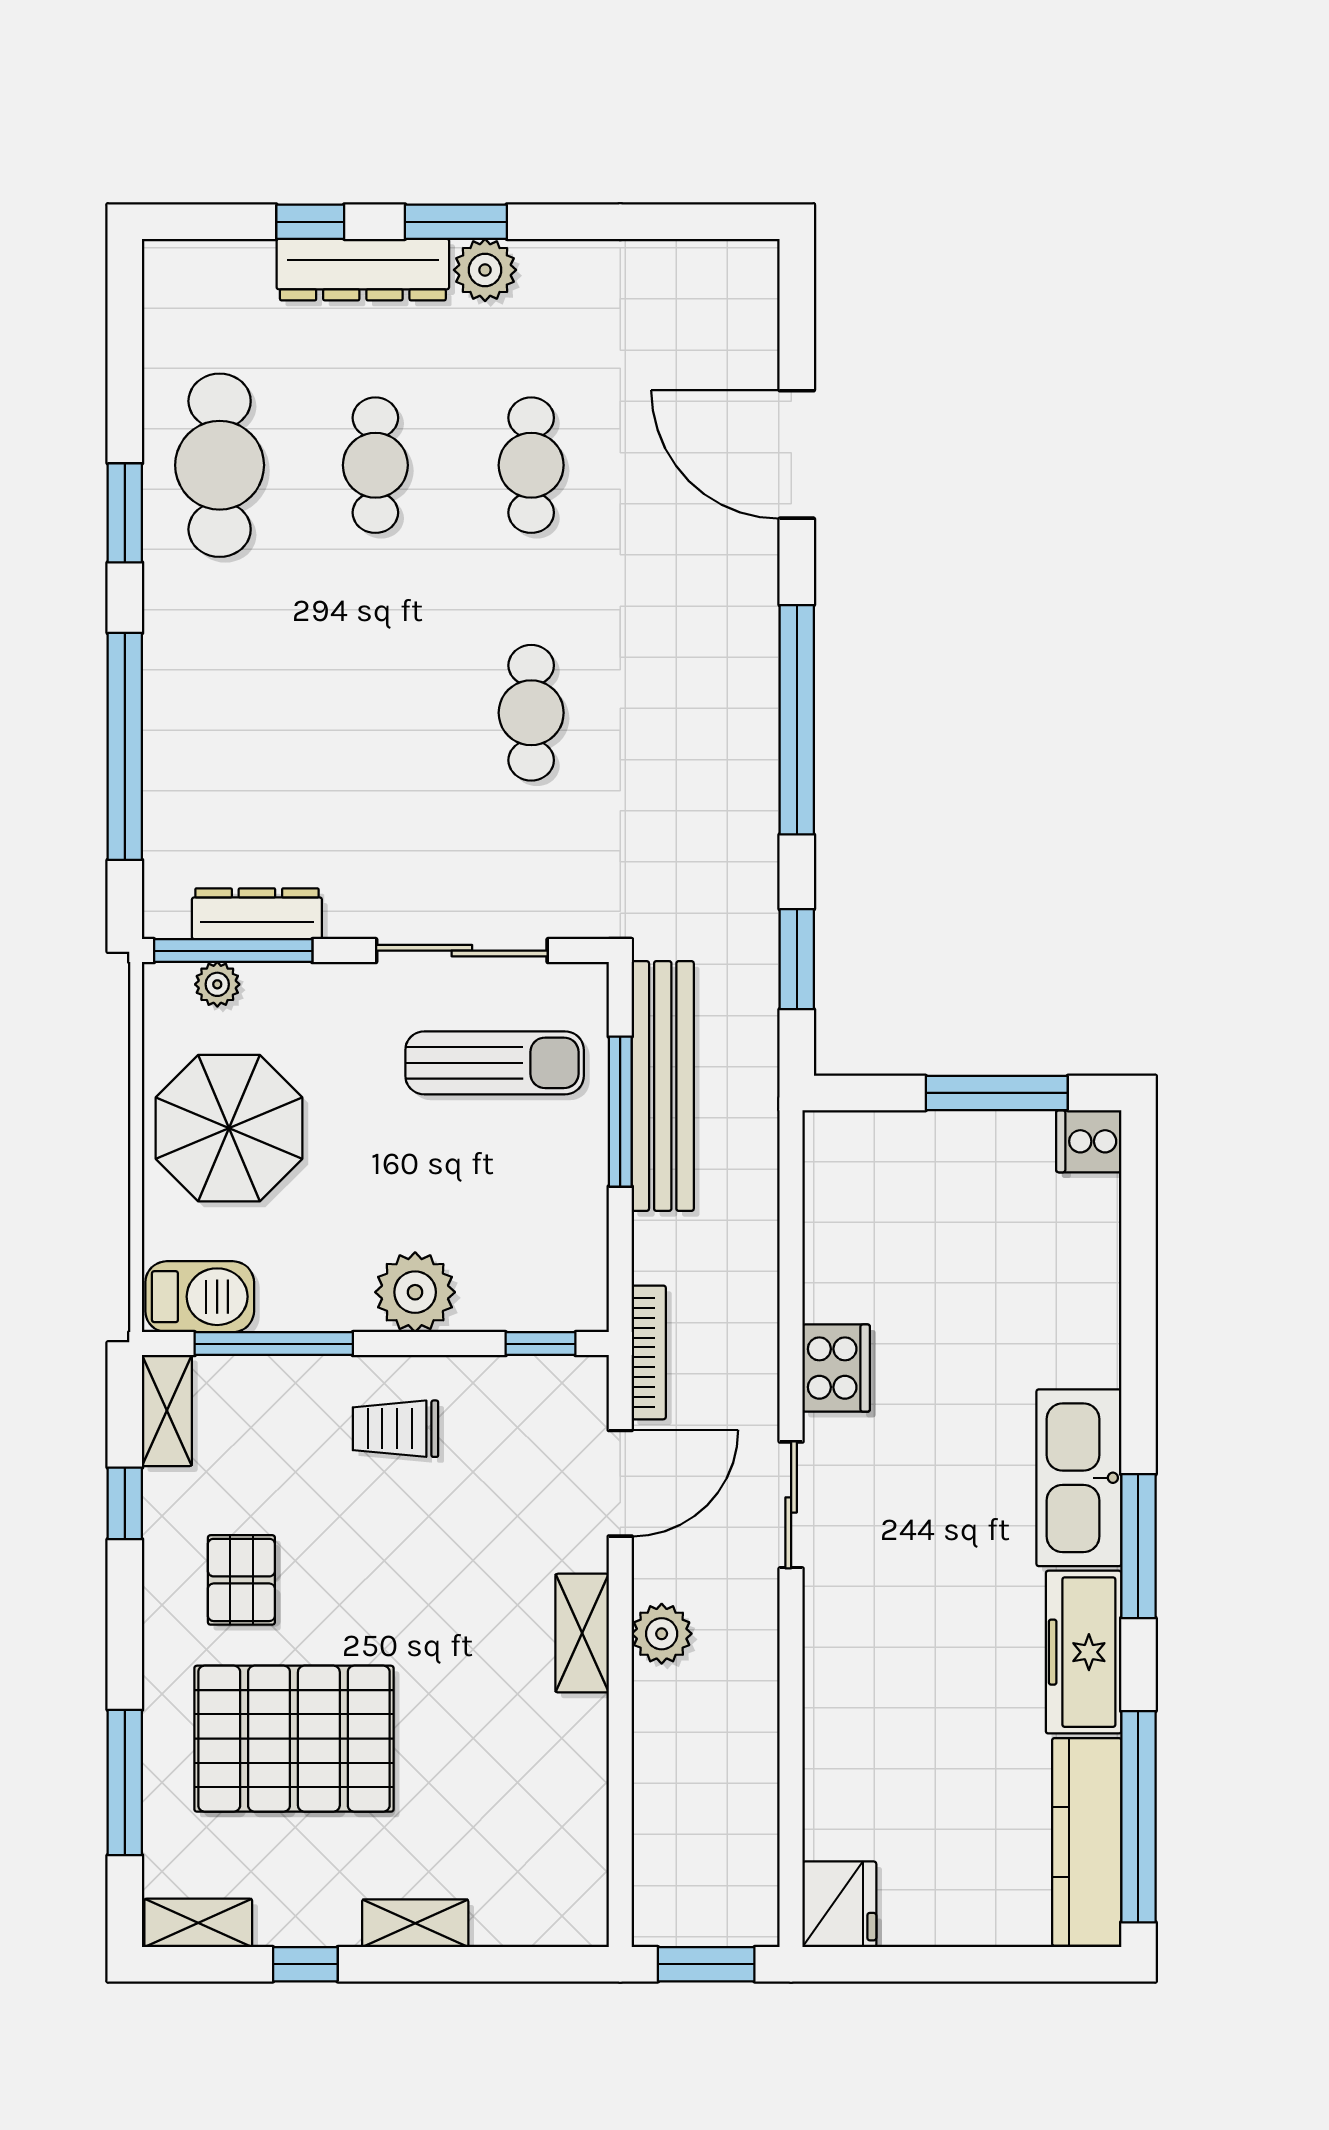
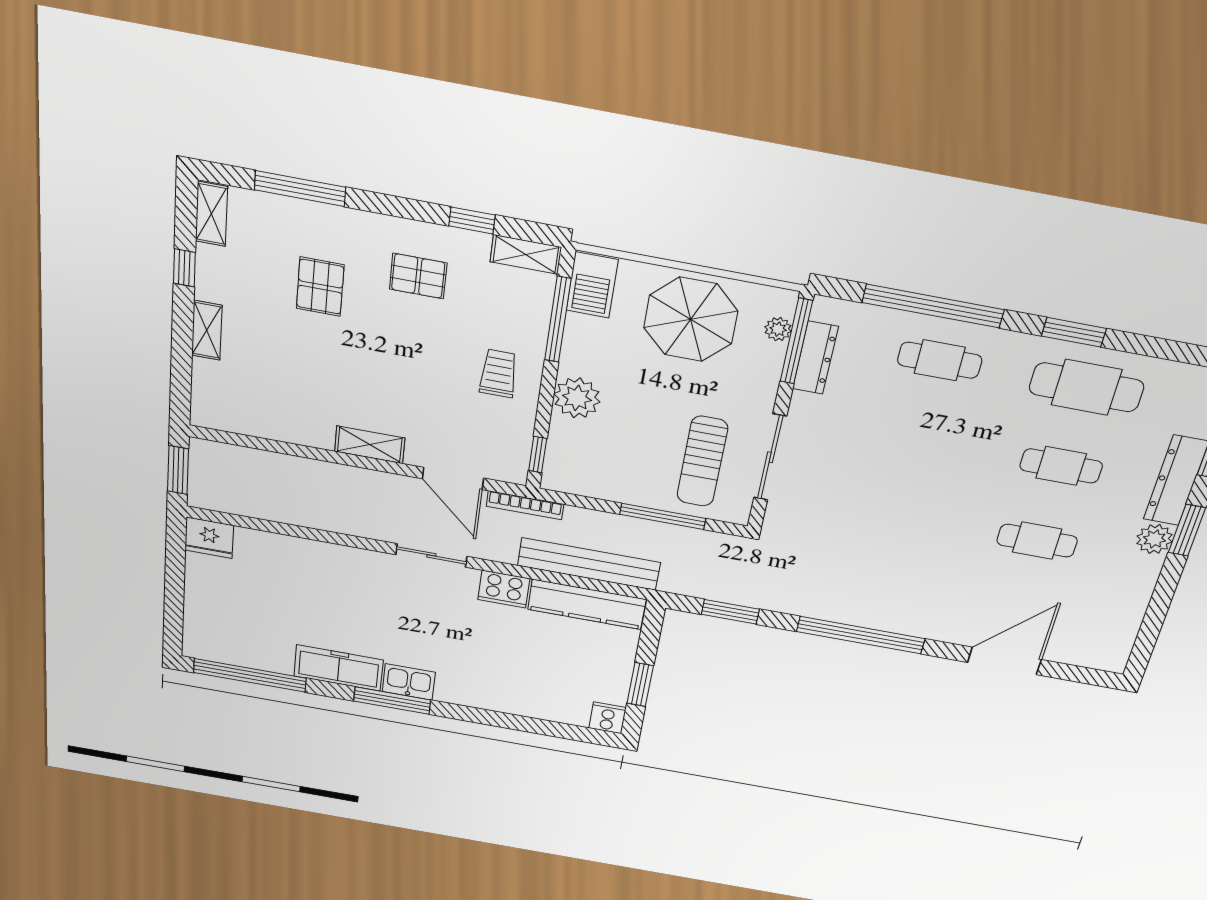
cafe table: (531, 713) -> (940, 360), moved
bench: (663, 1086) -> (589, 564), moved
window: (997, 1093) -> (640, 685), width x0.69
kitchen sink: (1079, 1478) -> (409, 682), width x0.53, depth x0.81
plant: (662, 1634) -> (366, 483), removed
pallet: (294, 1739) -> (320, 287), width x0.49, depth x0.50
kitchen counter: (1087, 1842) -> (587, 604), moved, turned 180

